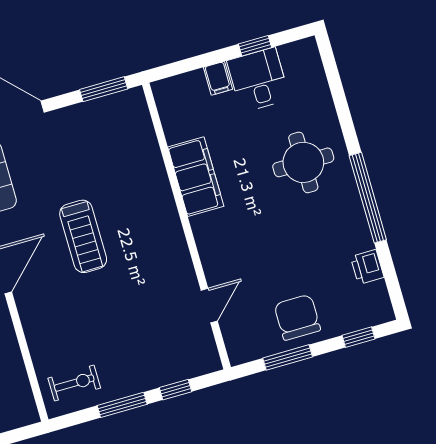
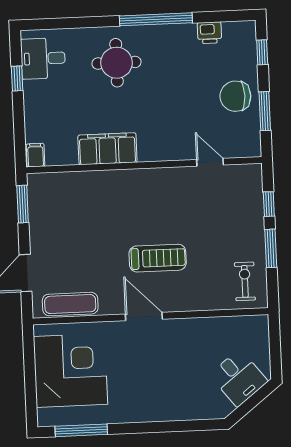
filing cabinet: (218, 78) -> (36, 155), moved, turned -90
desk: (258, 80) -> (43, 58), moved
treadmill: (83, 236) -> (158, 258), moved

